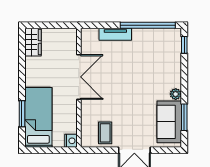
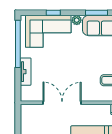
window: (184, 45) -> (53, 13), moved
corner sofa: (162, 61) -> (48, 31), added

